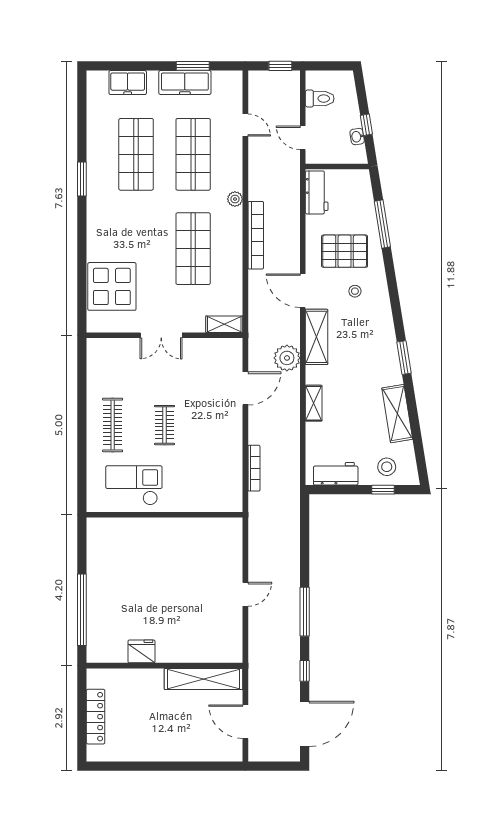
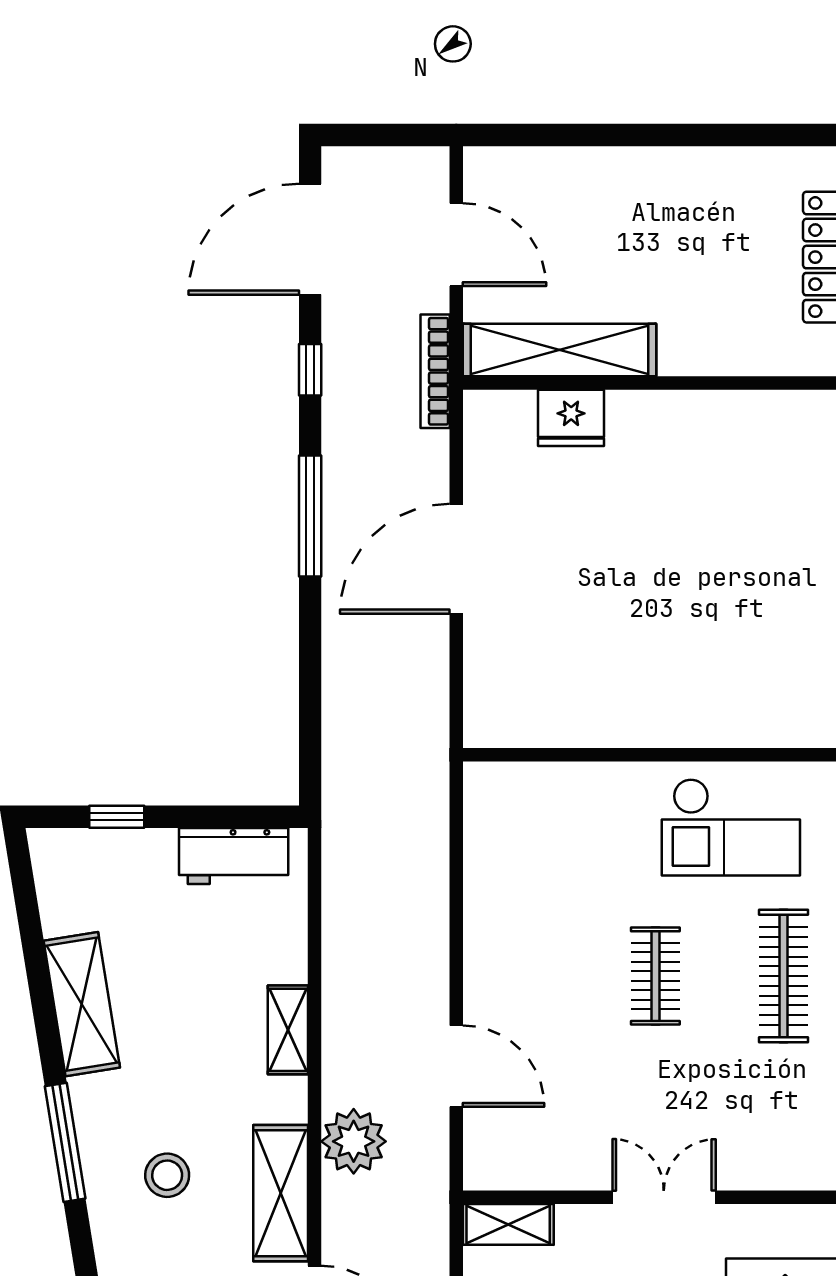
window: (404, 358) -> (65, 1142), width x1.44
door: (245, 388) -> (456, 1066), swing flipped
stool: (387, 467) -> (167, 1175), moved
bookcase: (254, 468) -> (435, 371), moved
door: (245, 594) -> (456, 559), width x1.88
fridge: (141, 651) -> (571, 418), moved

